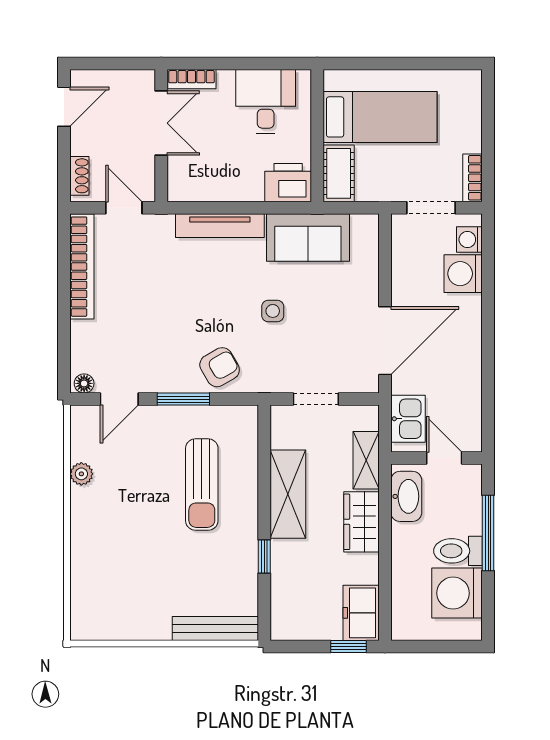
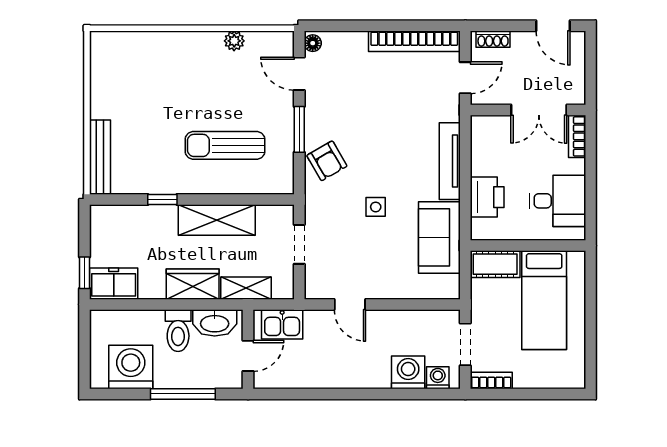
printer: (288, 183) -> (487, 197), moved
door: (385, 341) -> (350, 304), width x0.53
toilet: (458, 551) -> (178, 331), moved, turned 180

